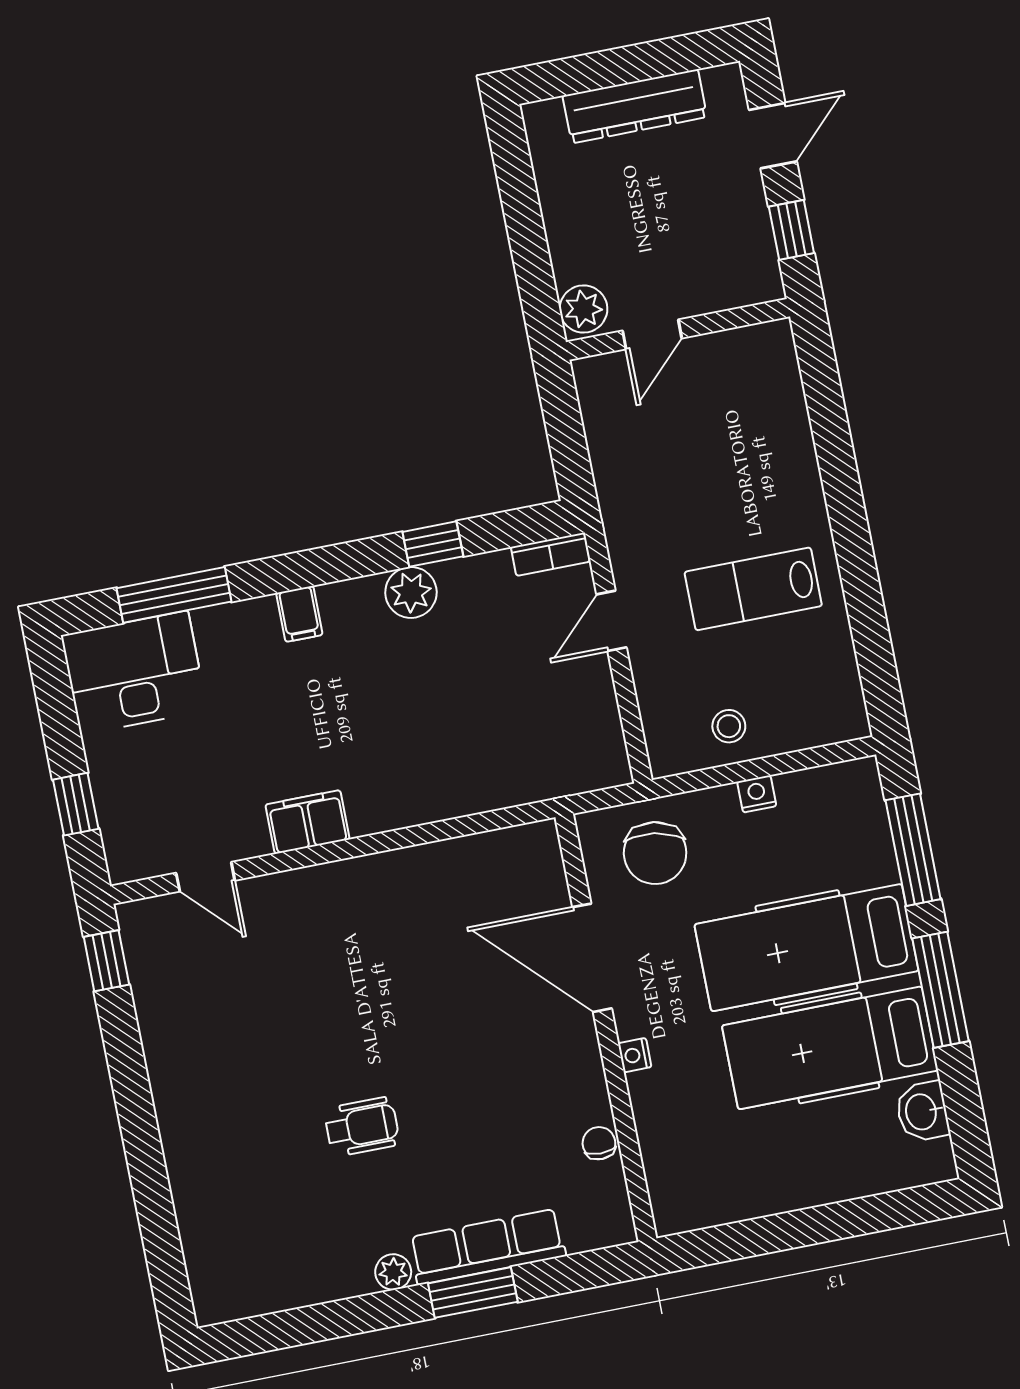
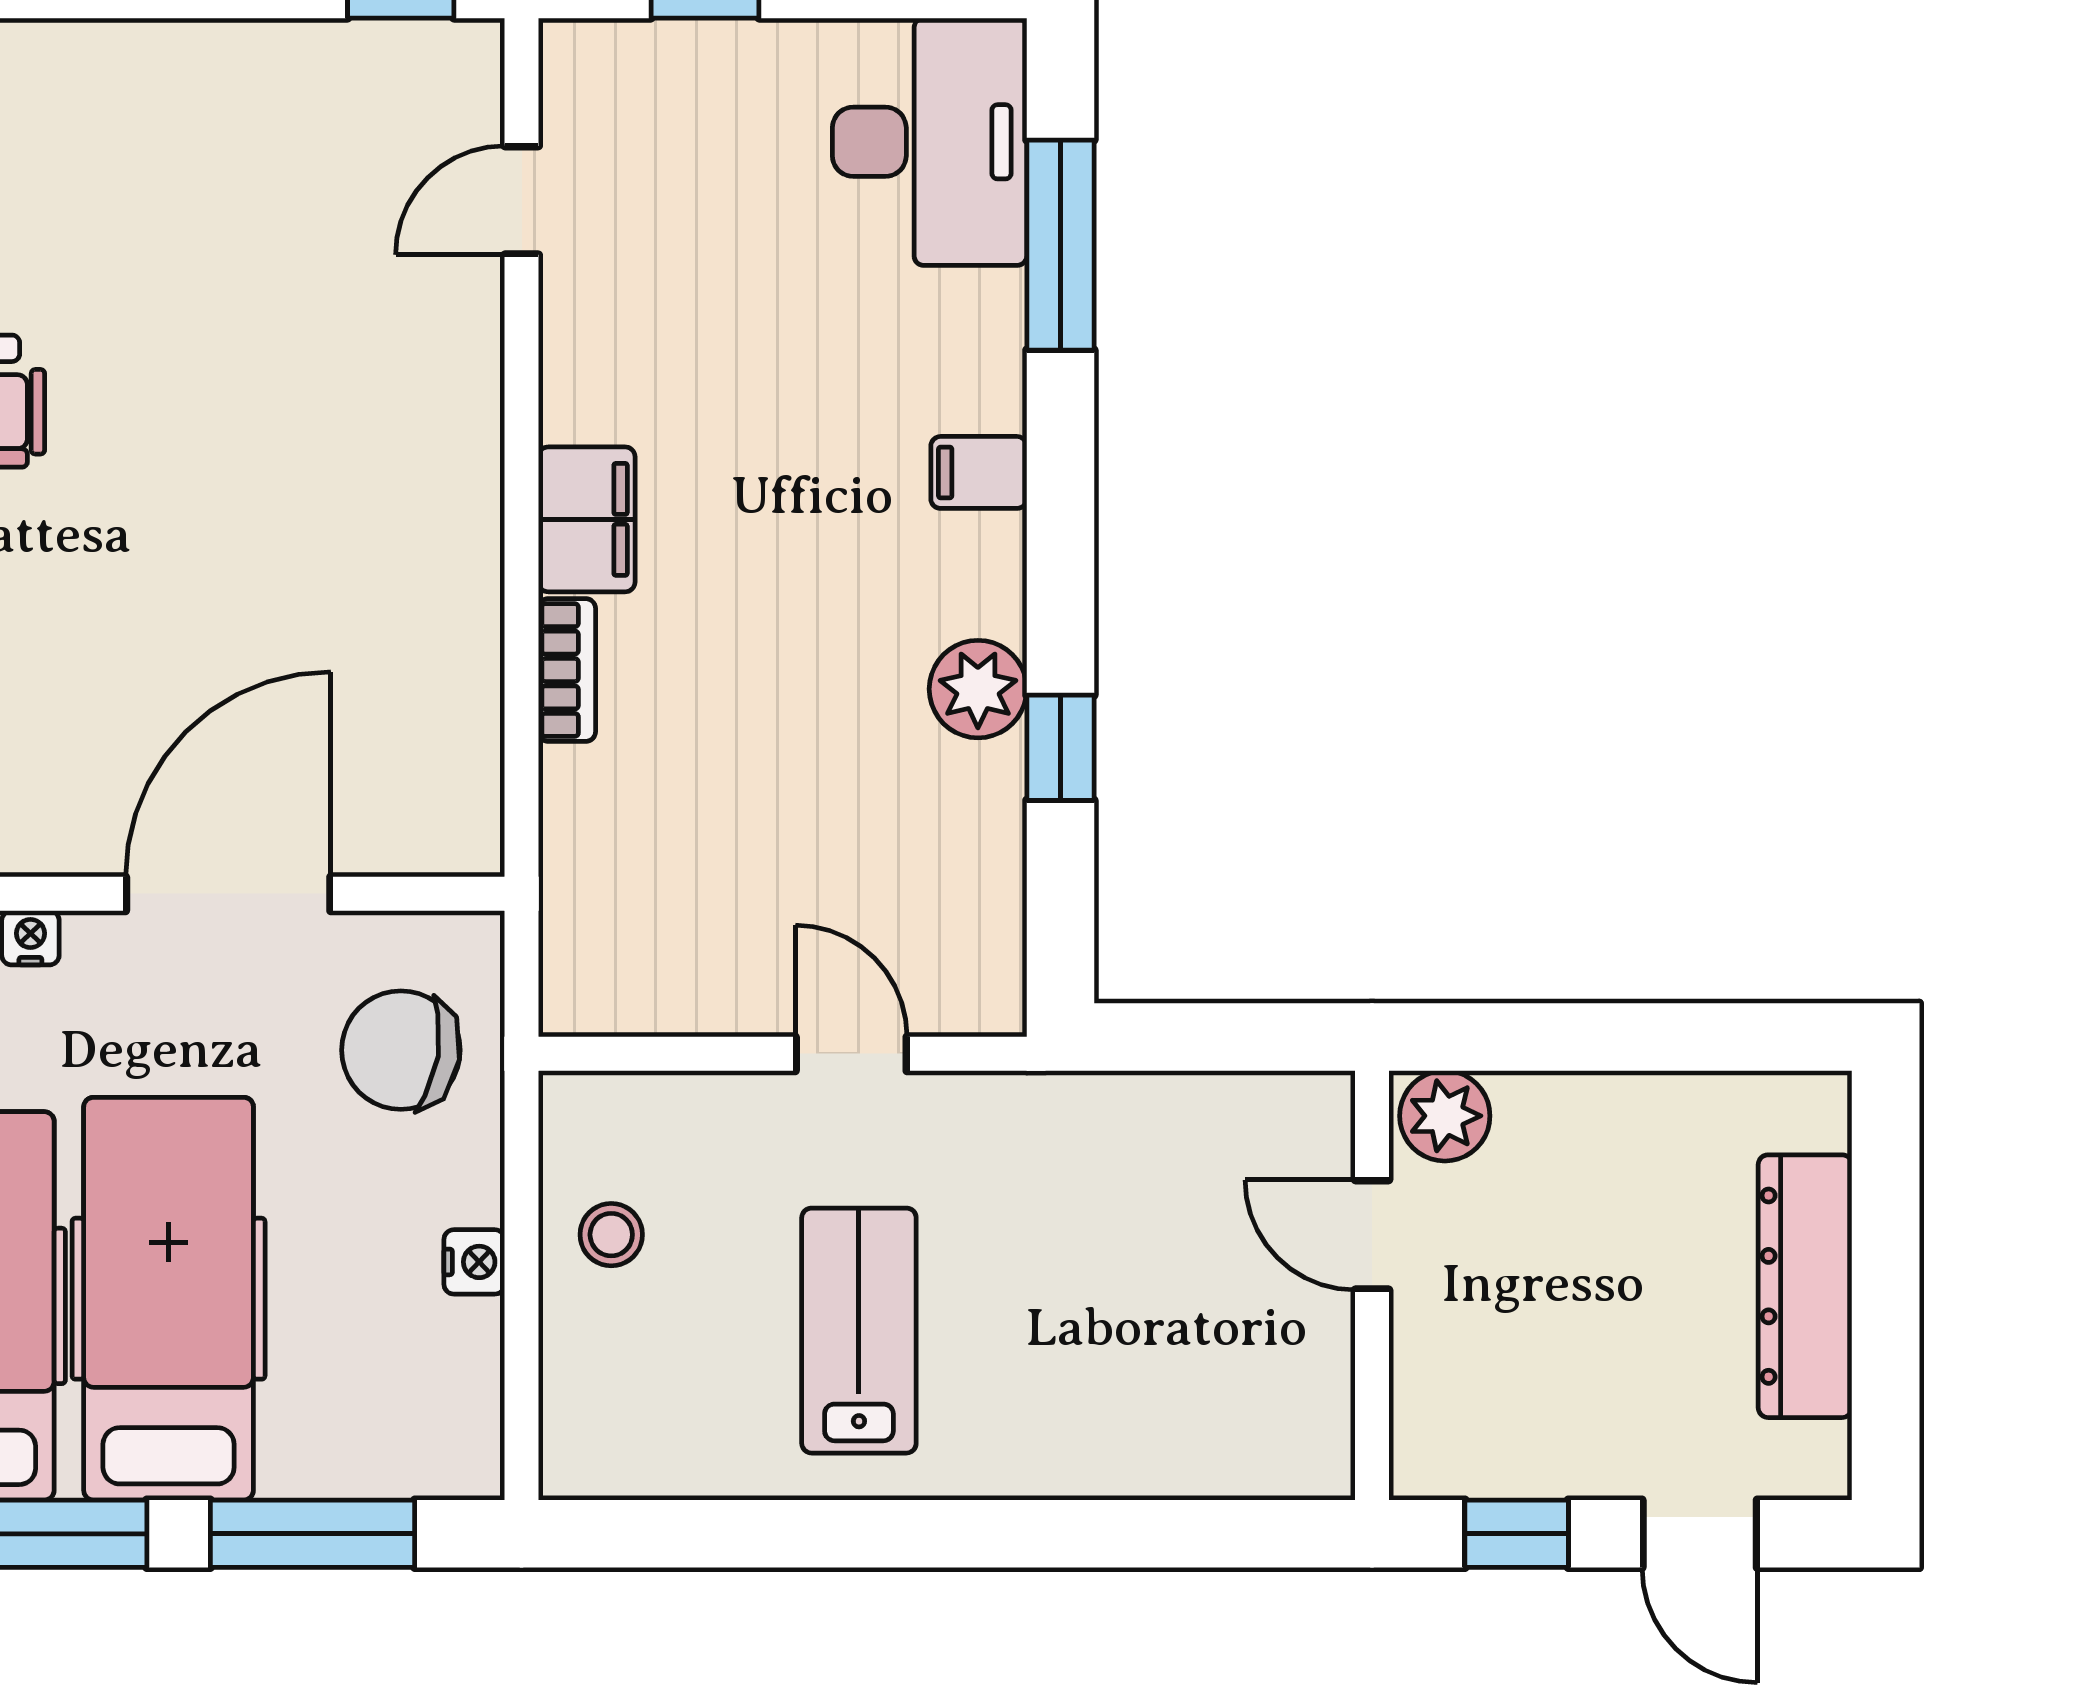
bookcase: (550, 554) -> (567, 670), moved, turned 180
filing cabinet: (307, 822) -> (587, 519), moved

